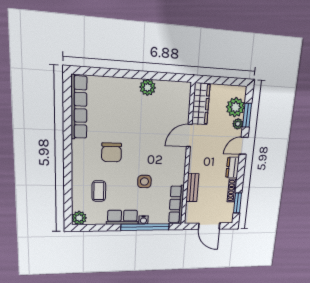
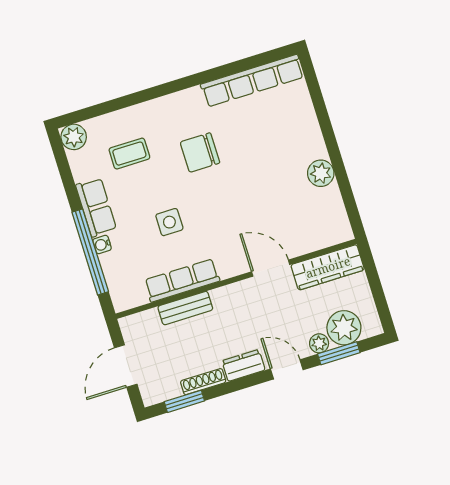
row of seats: (176, 204) -> (182, 281), moved

